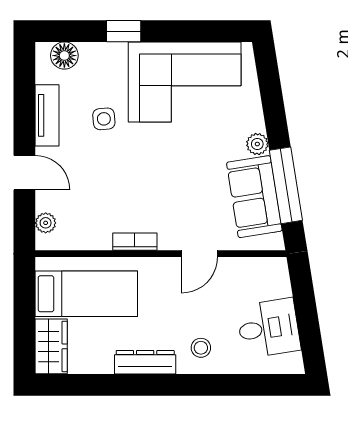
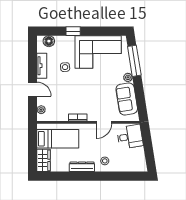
window: (286, 185) -> (134, 61), moved
desk: (268, 328) -> (130, 137), moved

